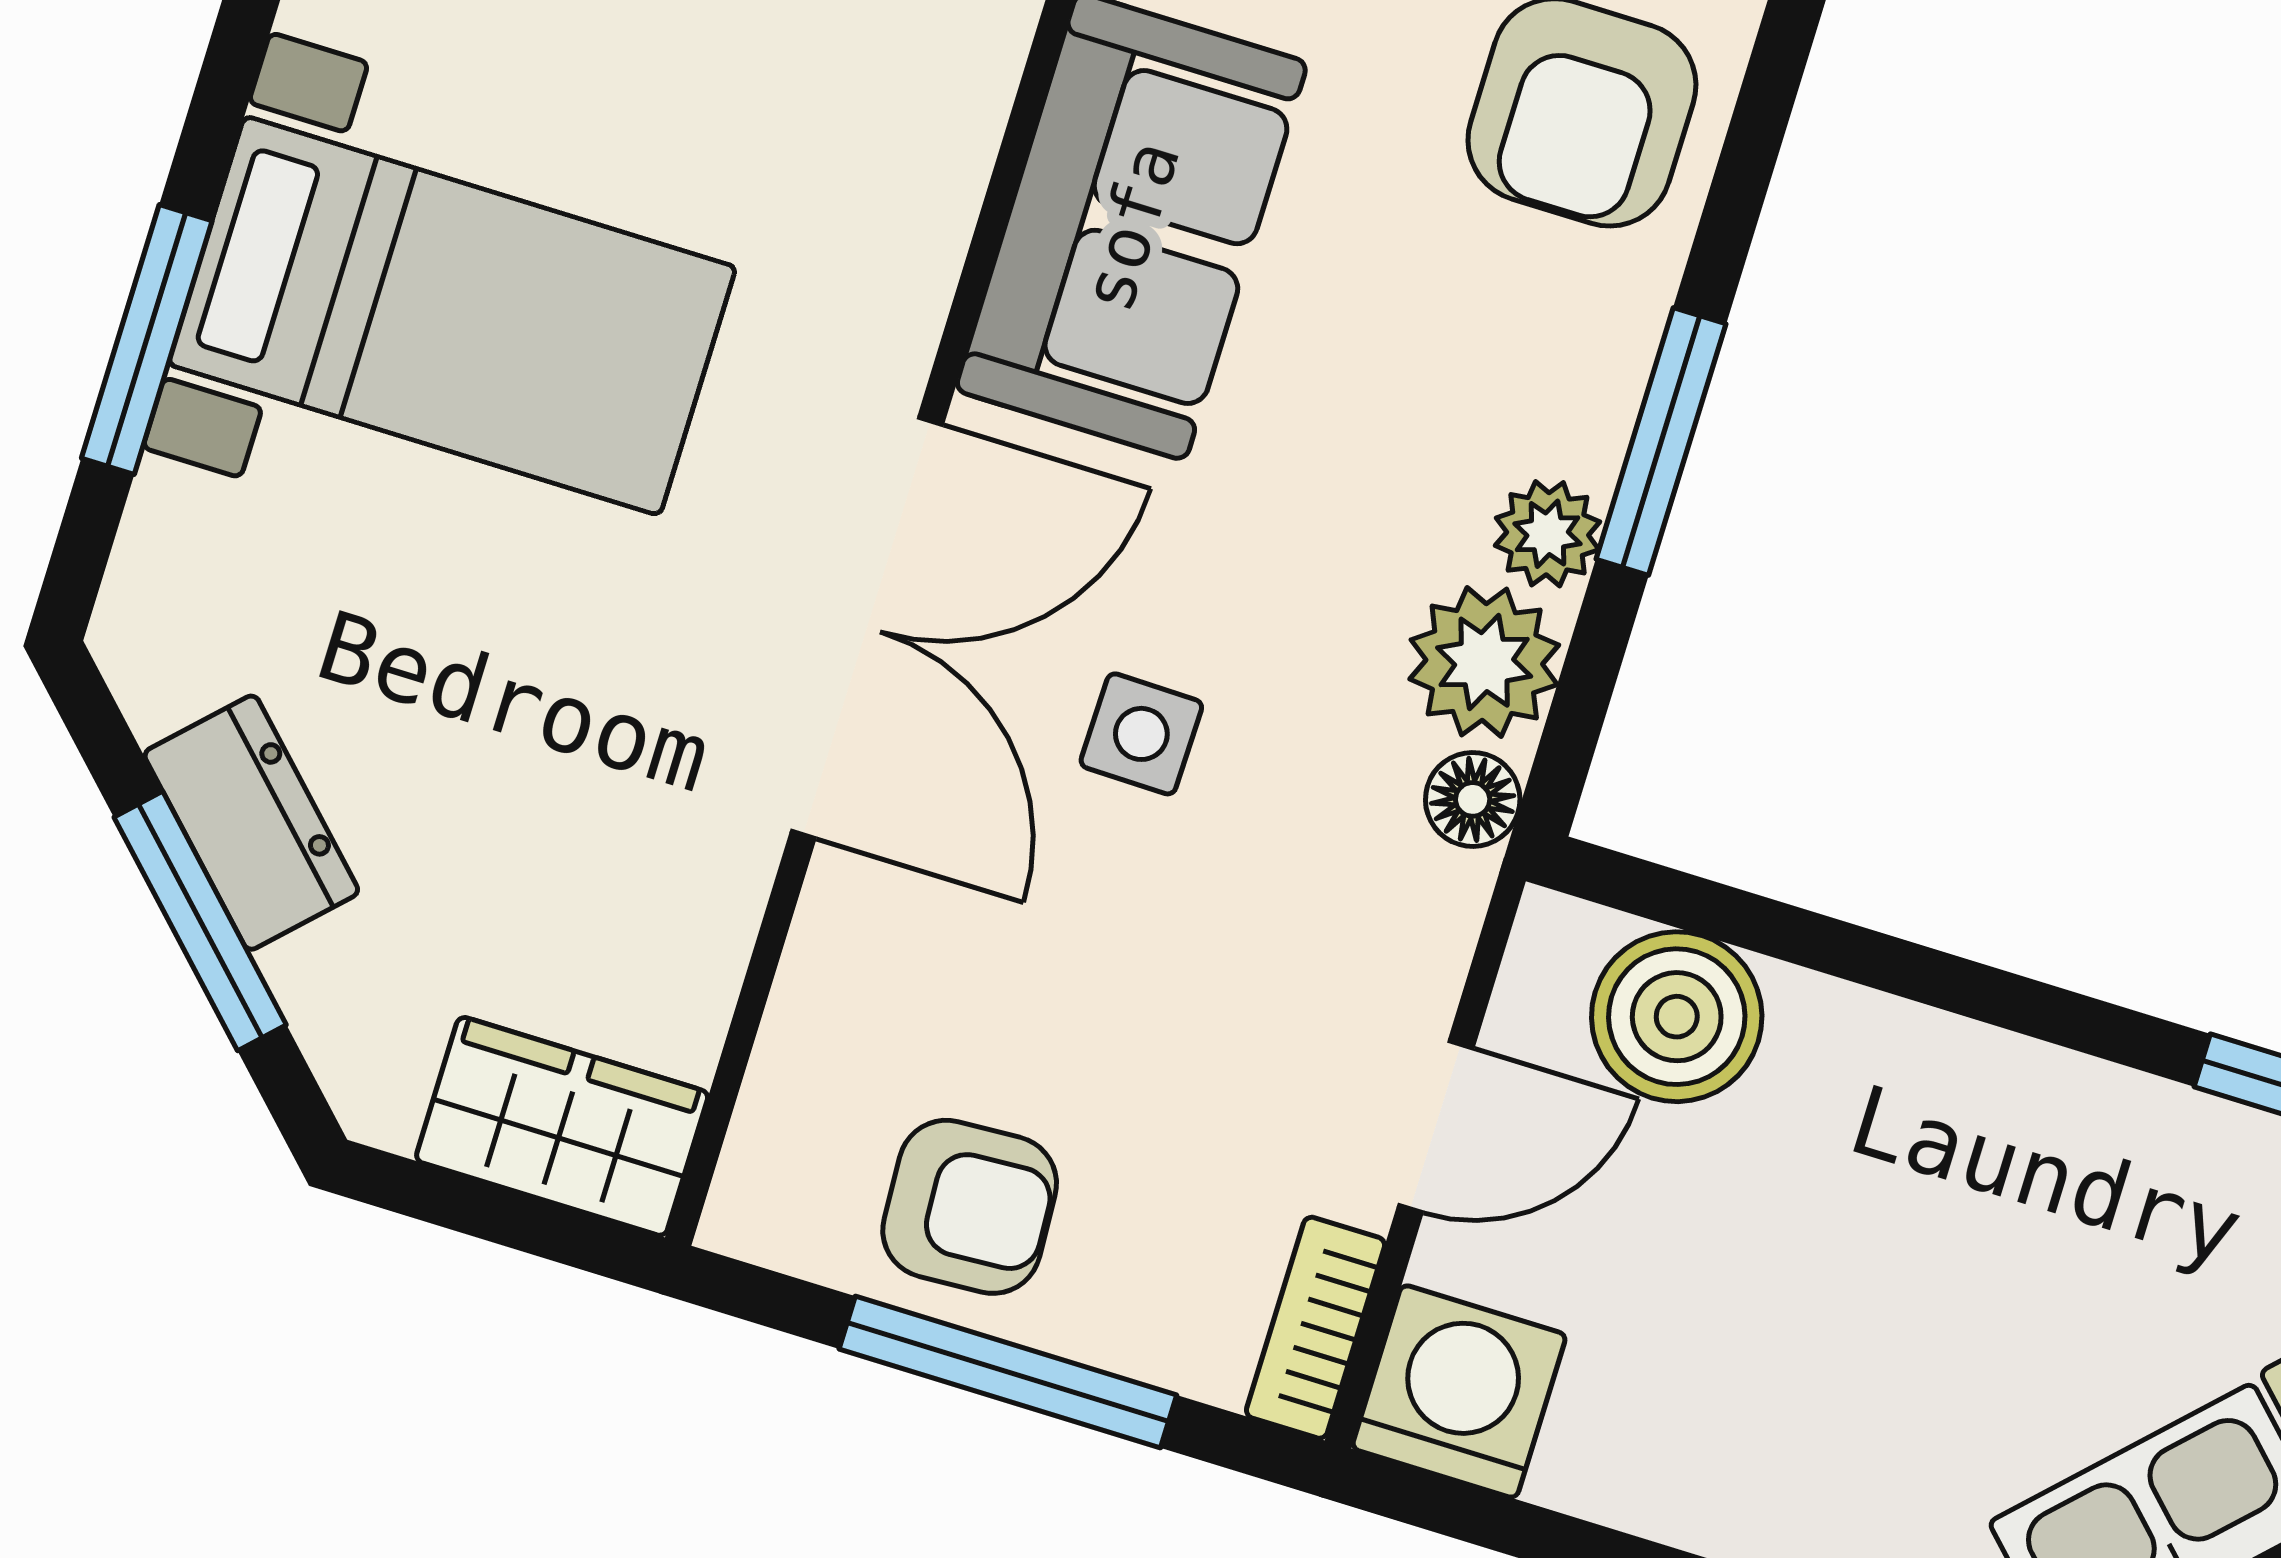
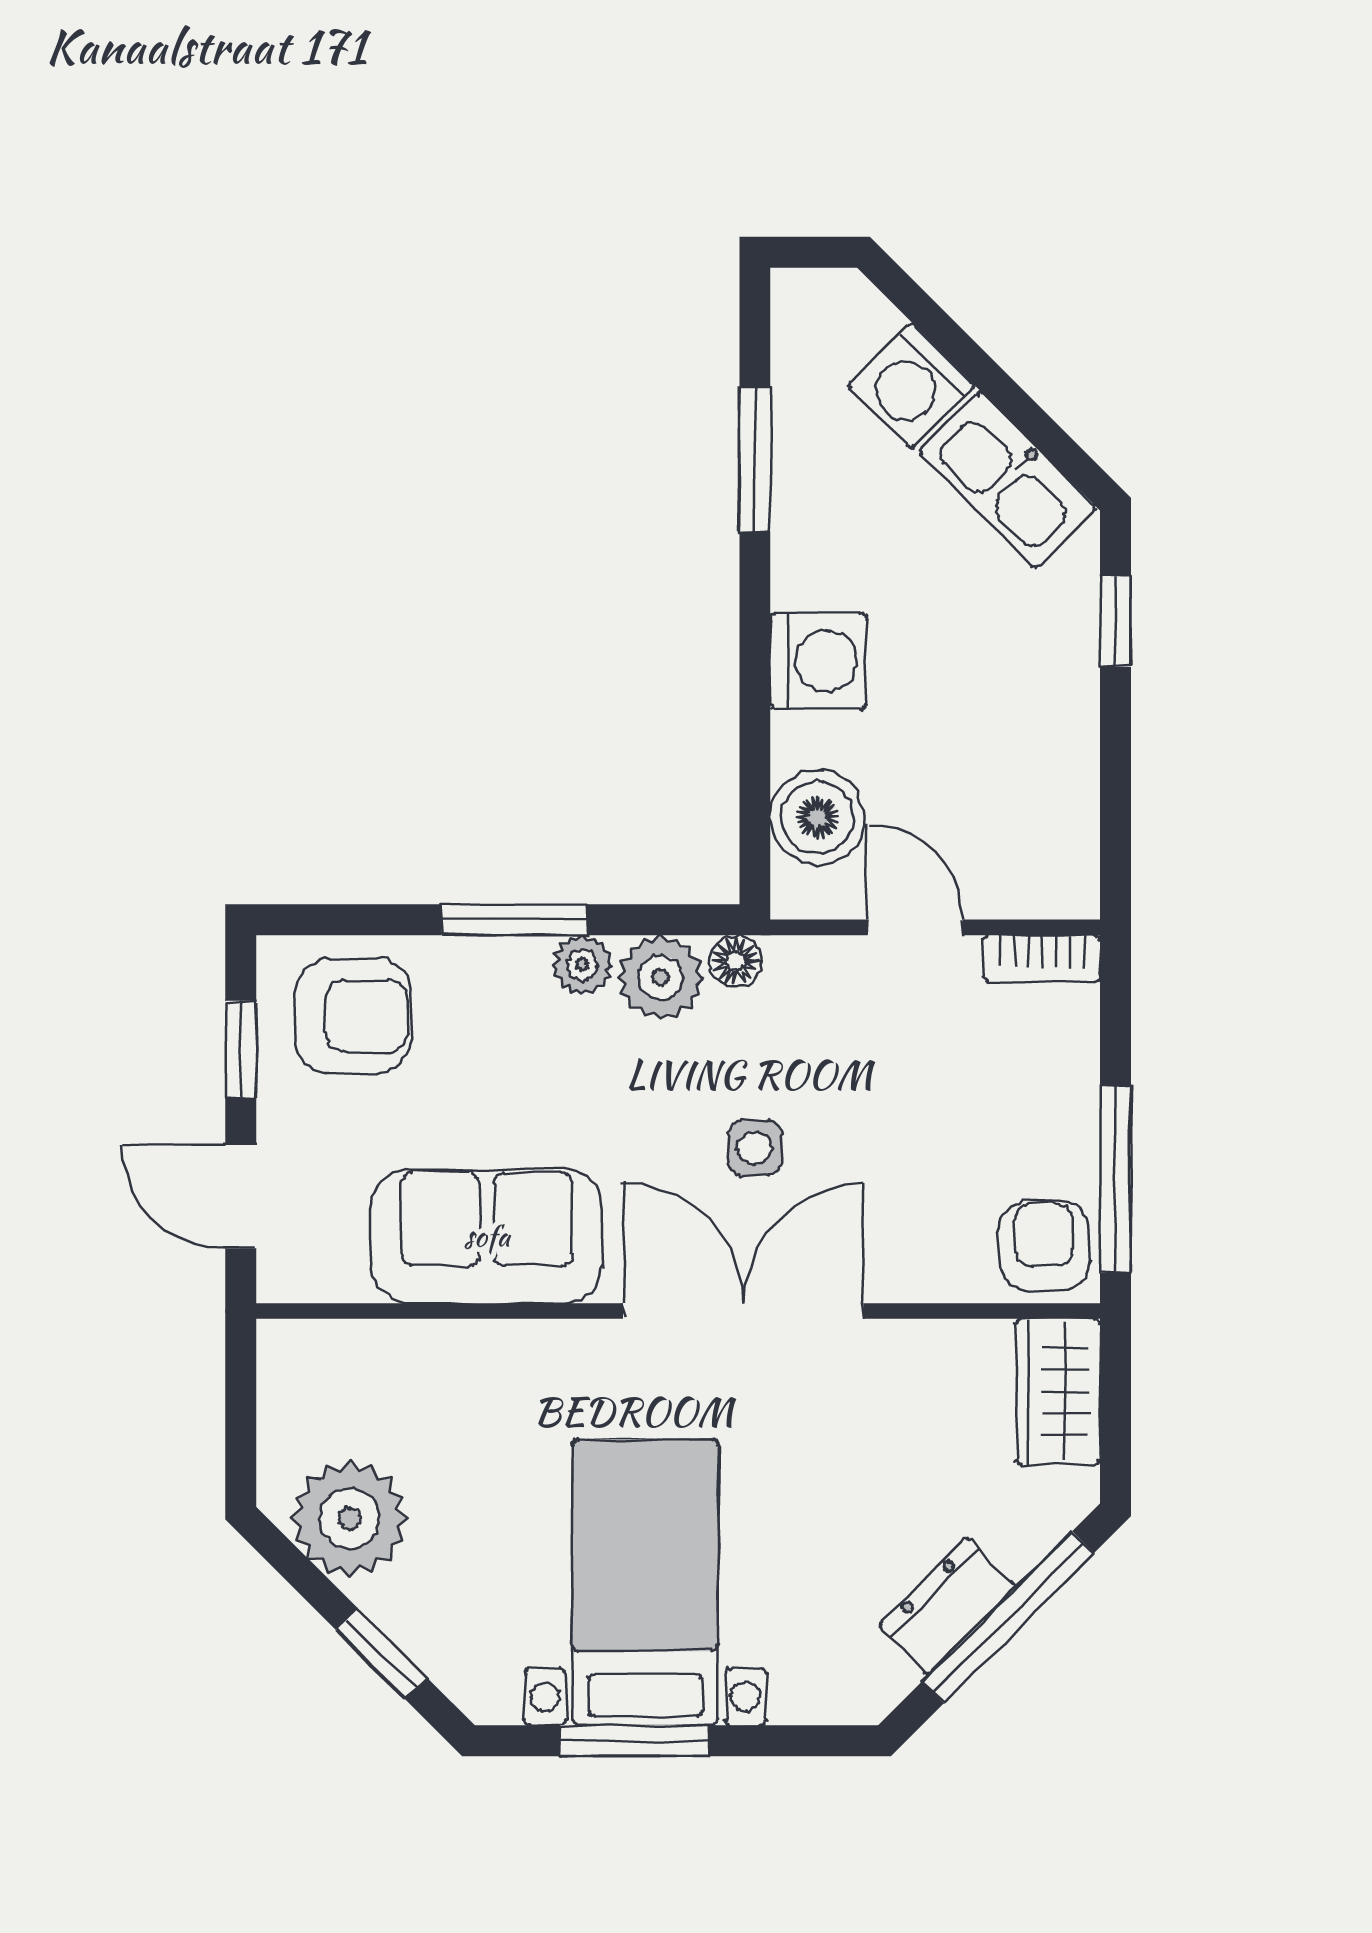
window: (147, 339) -> (634, 1741), moved
window: (200, 921) -> (1008, 1617), width x1.44
armchair: (970, 1207) -> (1044, 1246), moved
window: (1008, 1372) -> (1115, 1179), moved
washing machine: (1459, 1391) -> (818, 661), moved, turned 180

